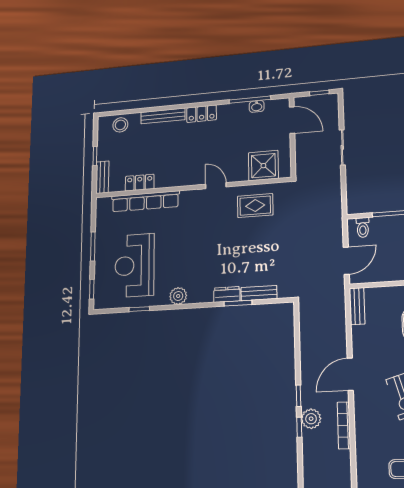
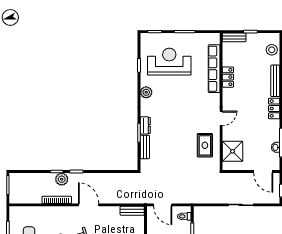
door: (292, 120) -> (263, 172), hinge flipped
locker: (140, 183) -> (228, 77), moved

